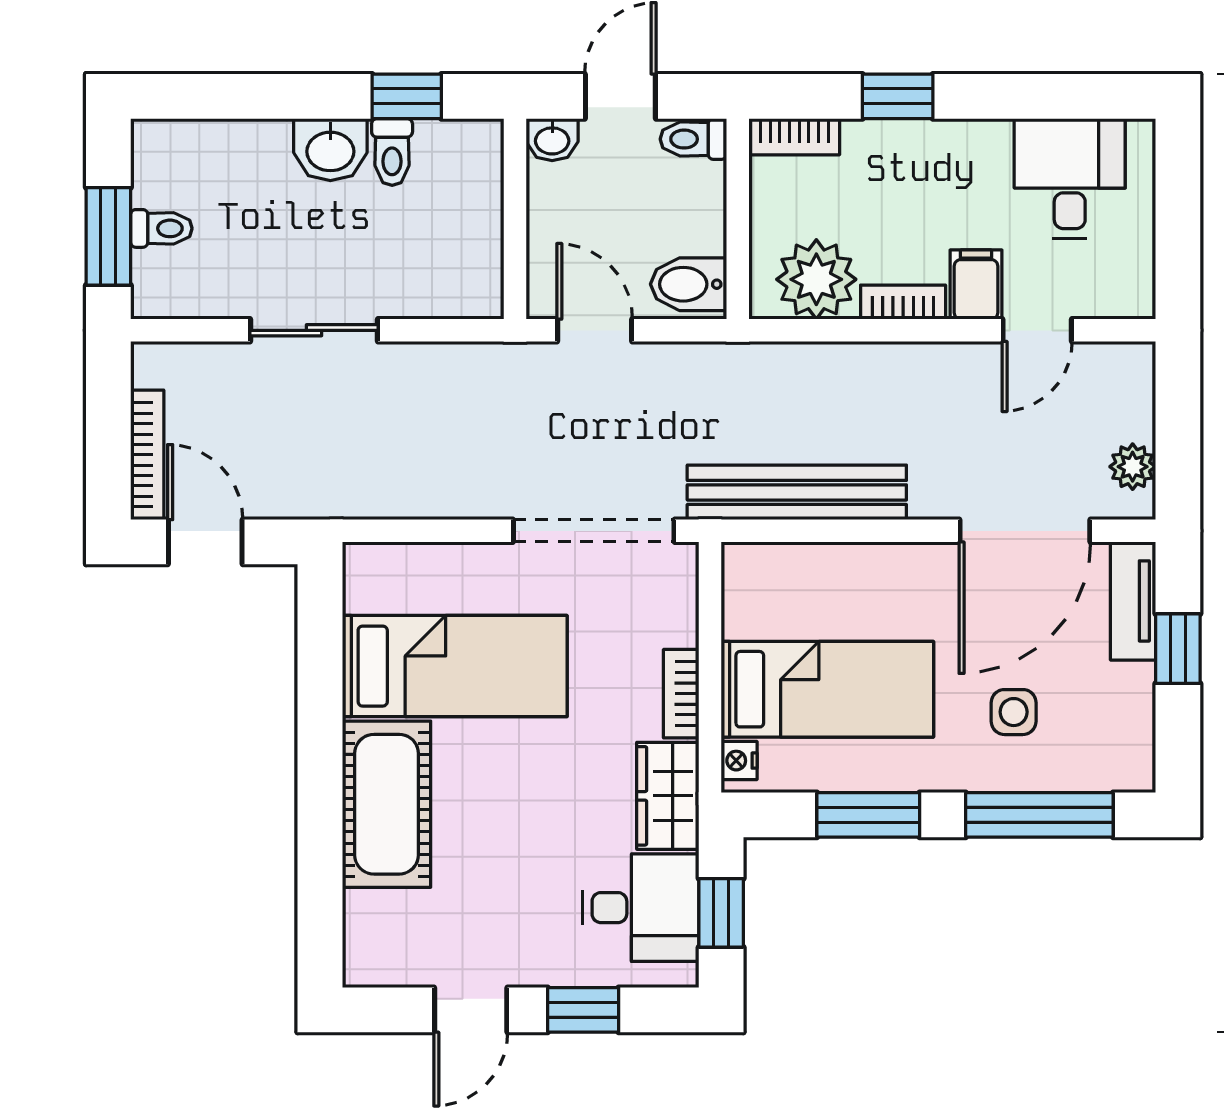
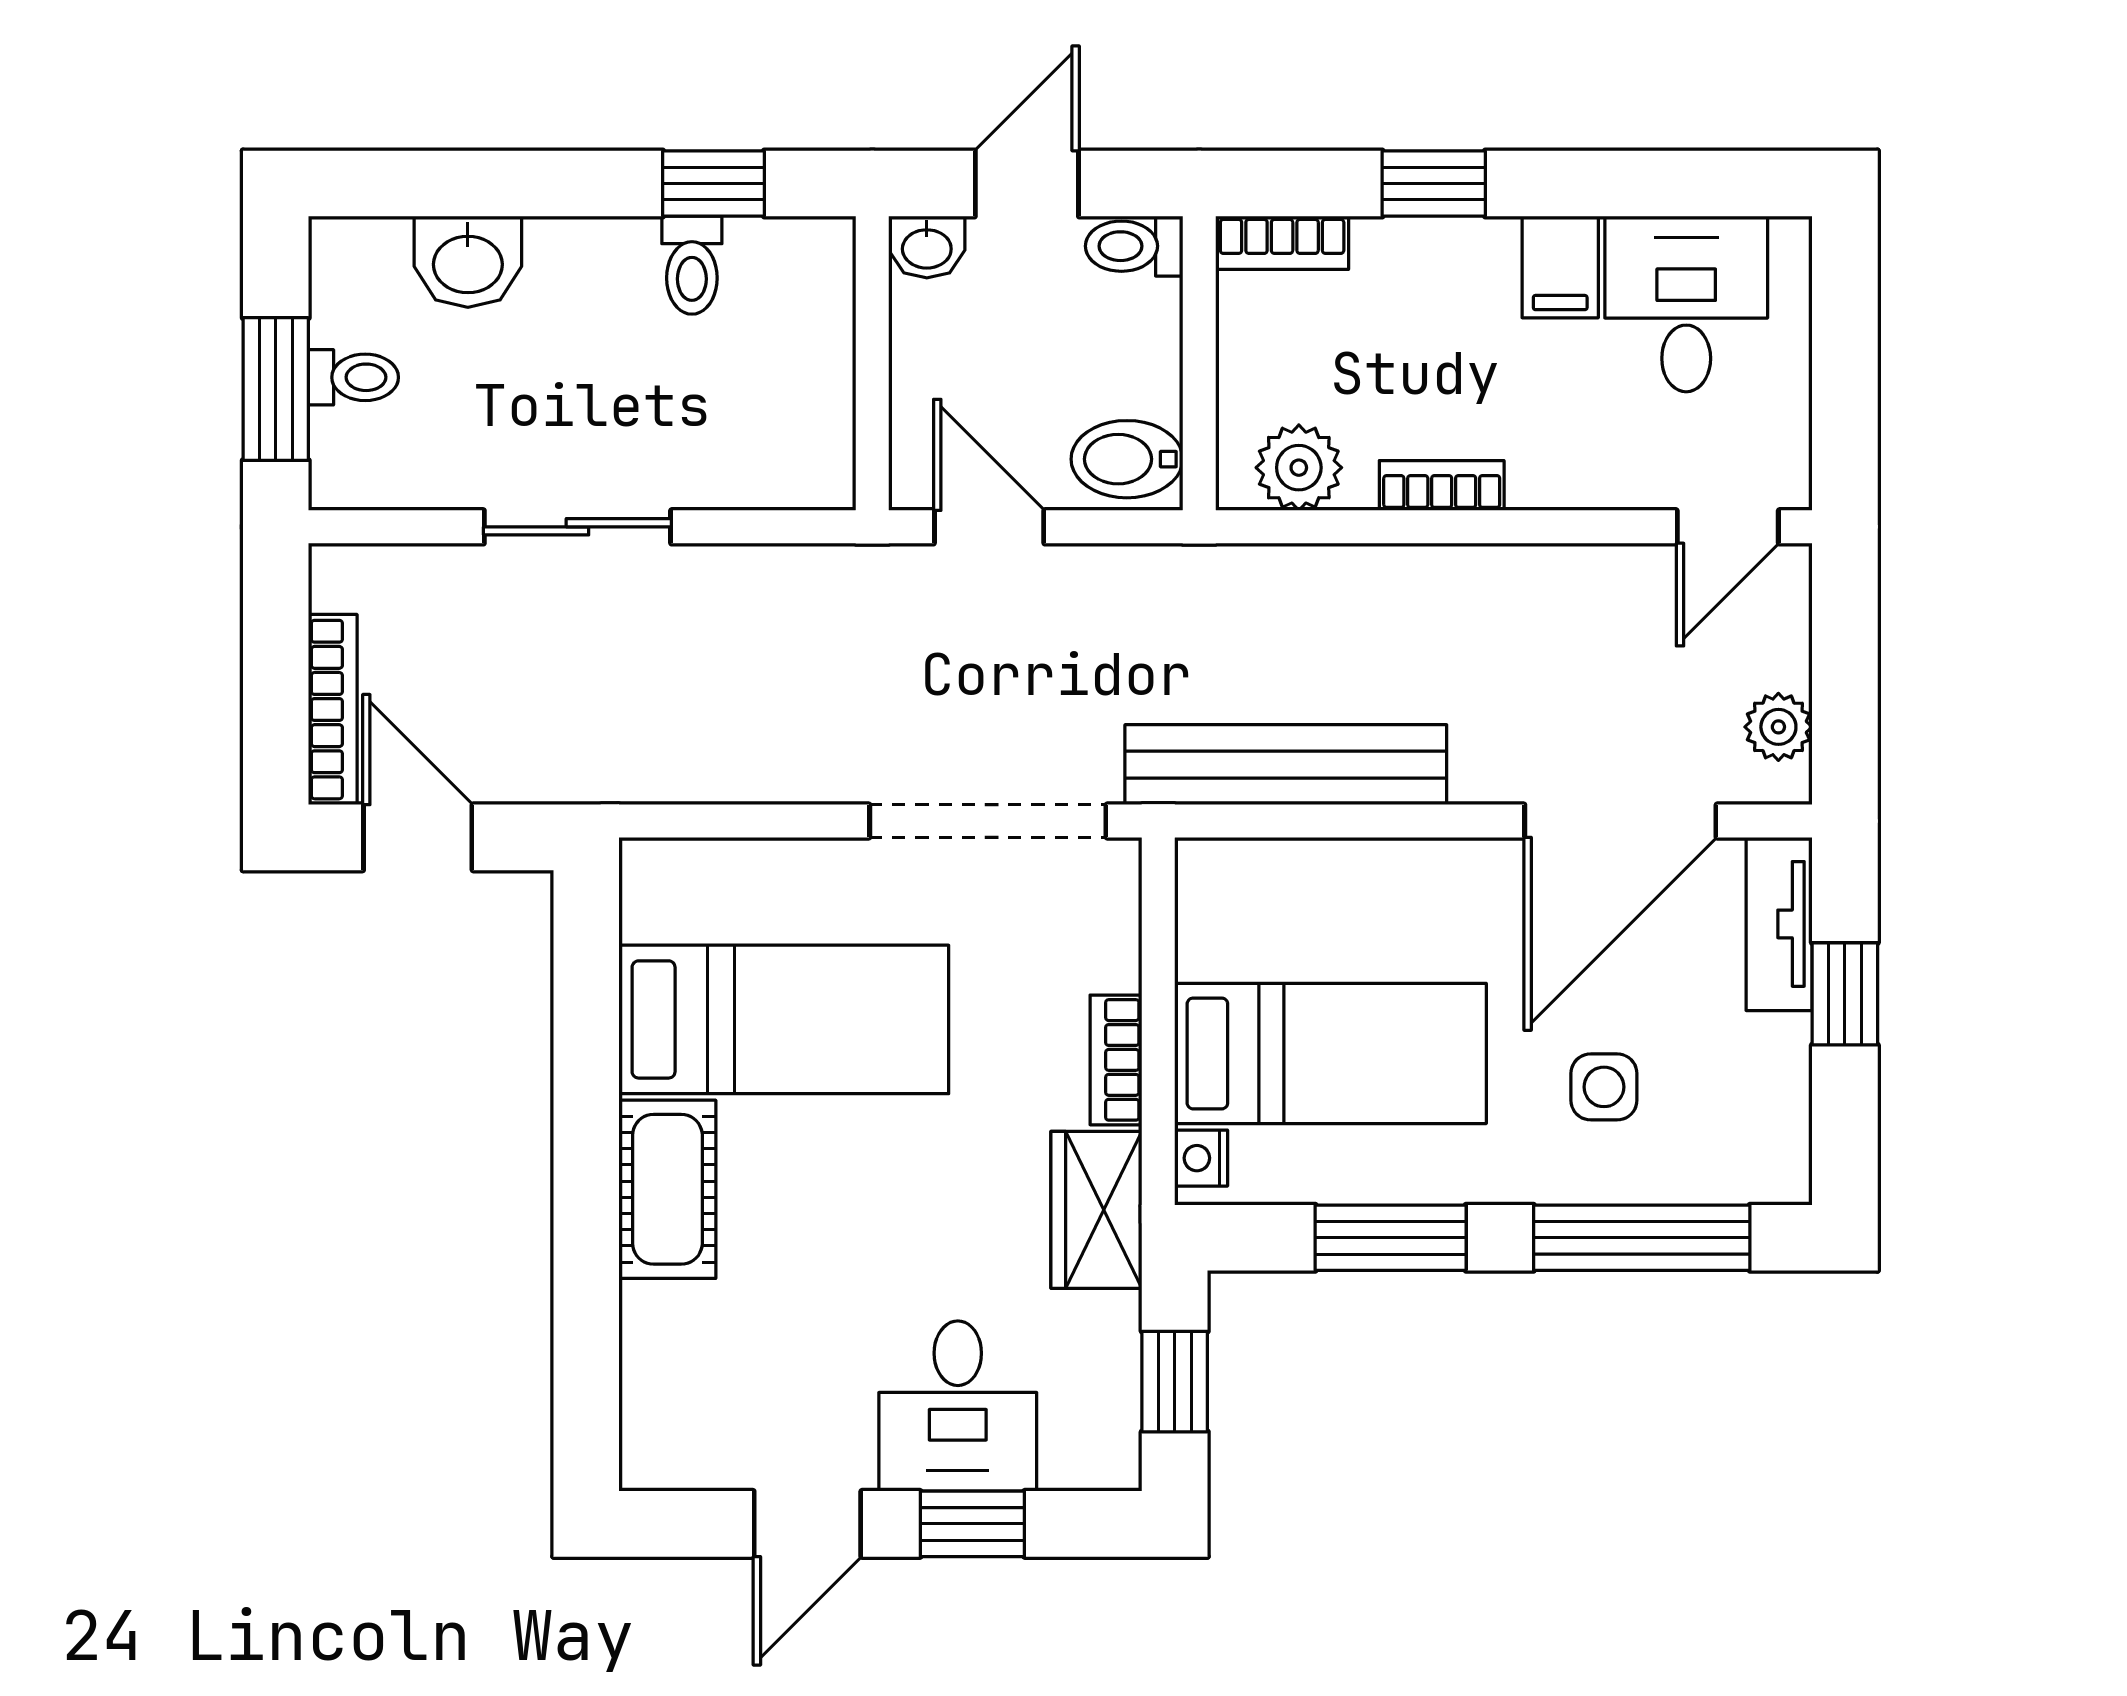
washbasin: (330, 150) -> (468, 262), moved
plant: (816, 279) -> (1299, 468), width x0.73, depth x0.73
filing cabinet: (976, 285) -> (1560, 267), moved, turned 180
door: (1037, 330) -> (1728, 527), moved
cot: (387, 804) -> (667, 1189), width x0.73, depth x0.75
desk: (641, 908) -> (958, 1406), moved, turned 90

